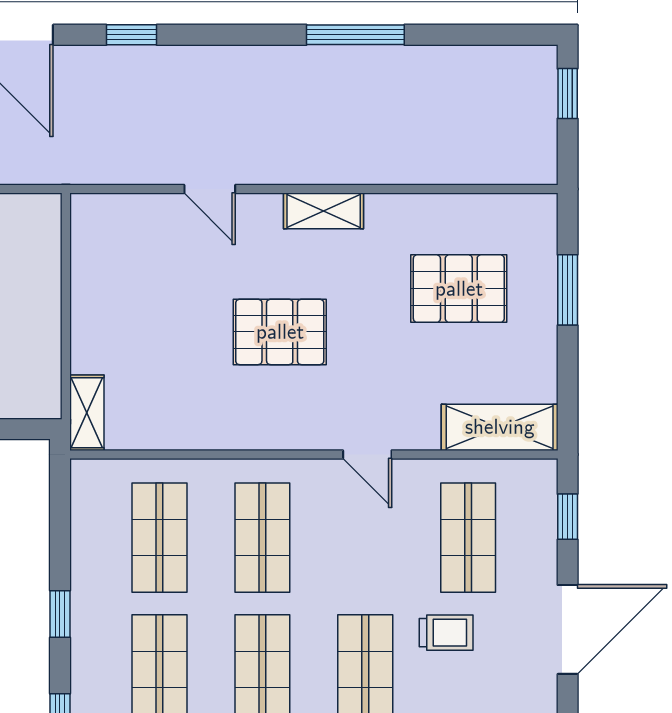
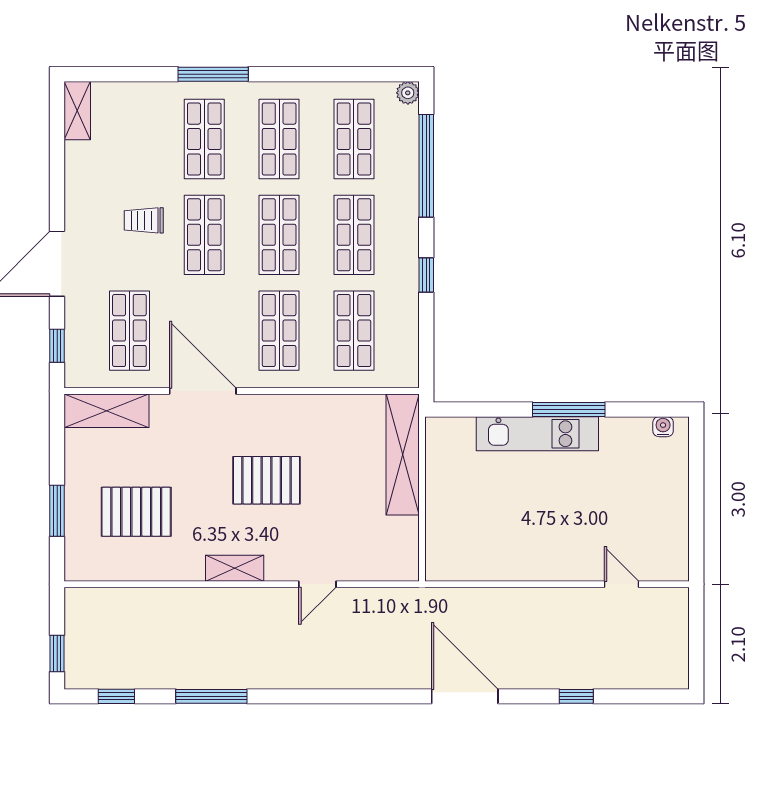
window: (131, 35) -> (116, 696), moved
door: (210, 189) -> (317, 584), swing flipped
shelving: (87, 413) -> (403, 454), width x2.20, depth x1.33
door: (367, 454) -> (203, 391), width x1.87
trolley: (446, 633) -> (144, 220), moved

